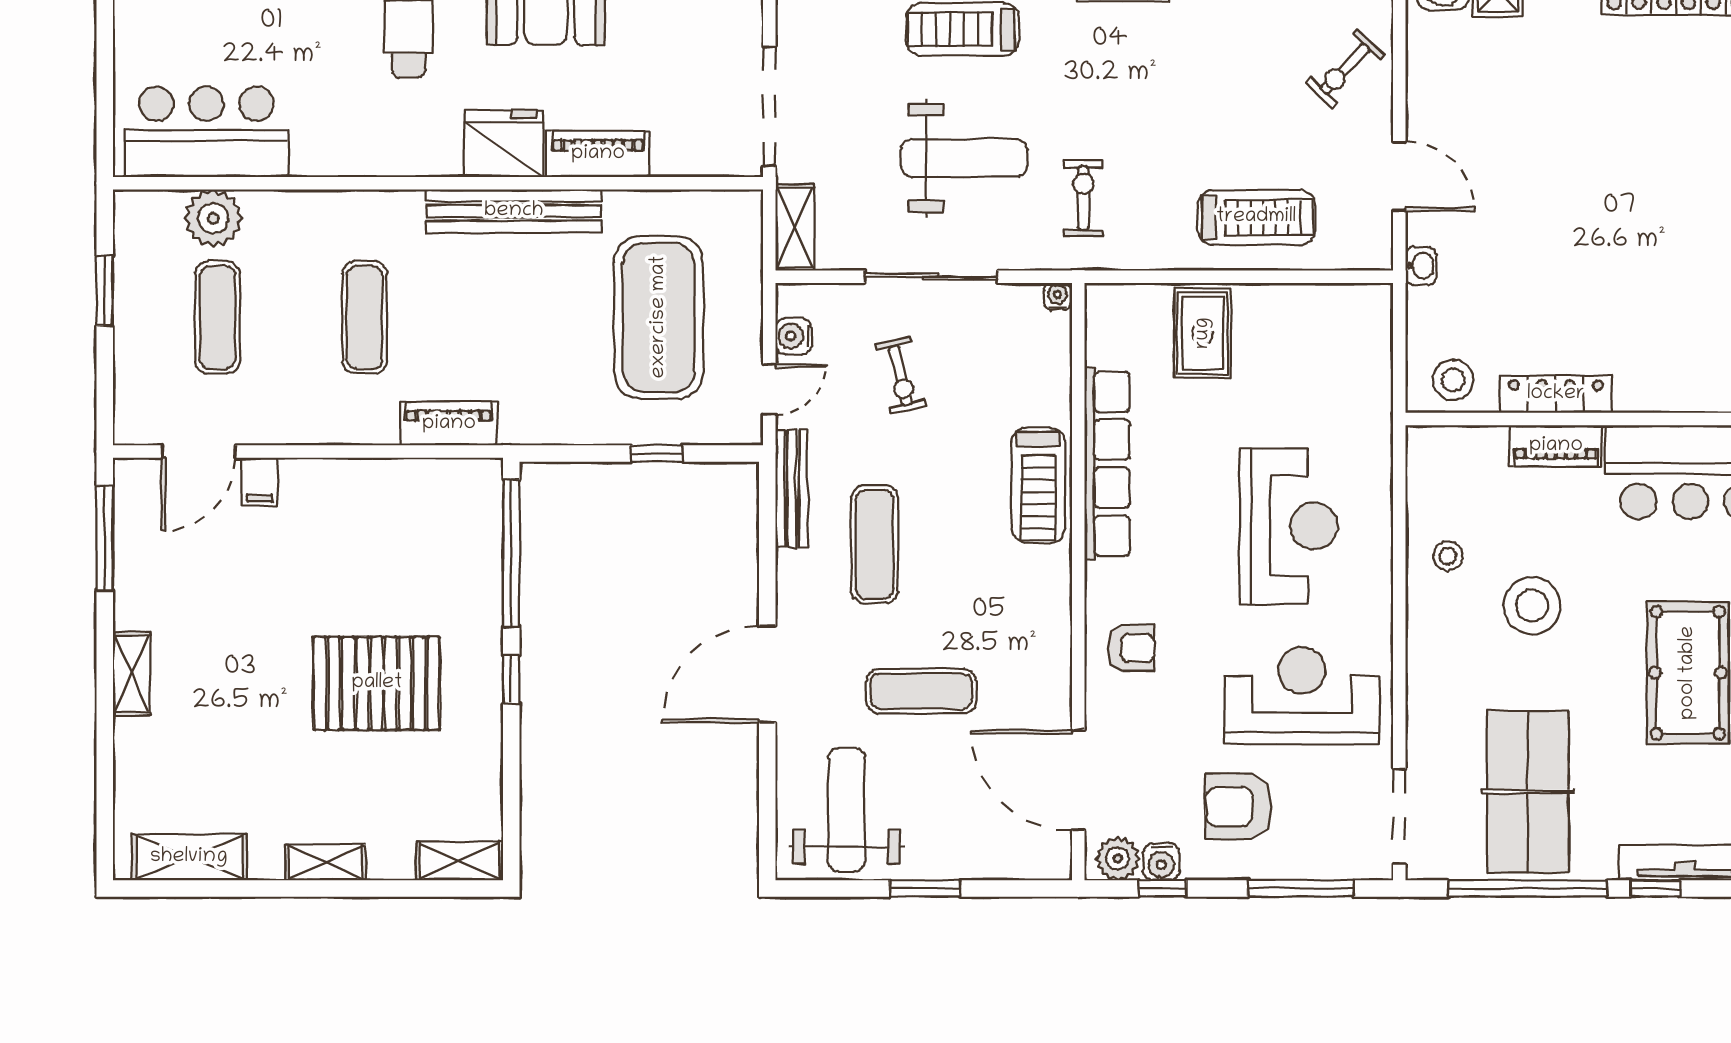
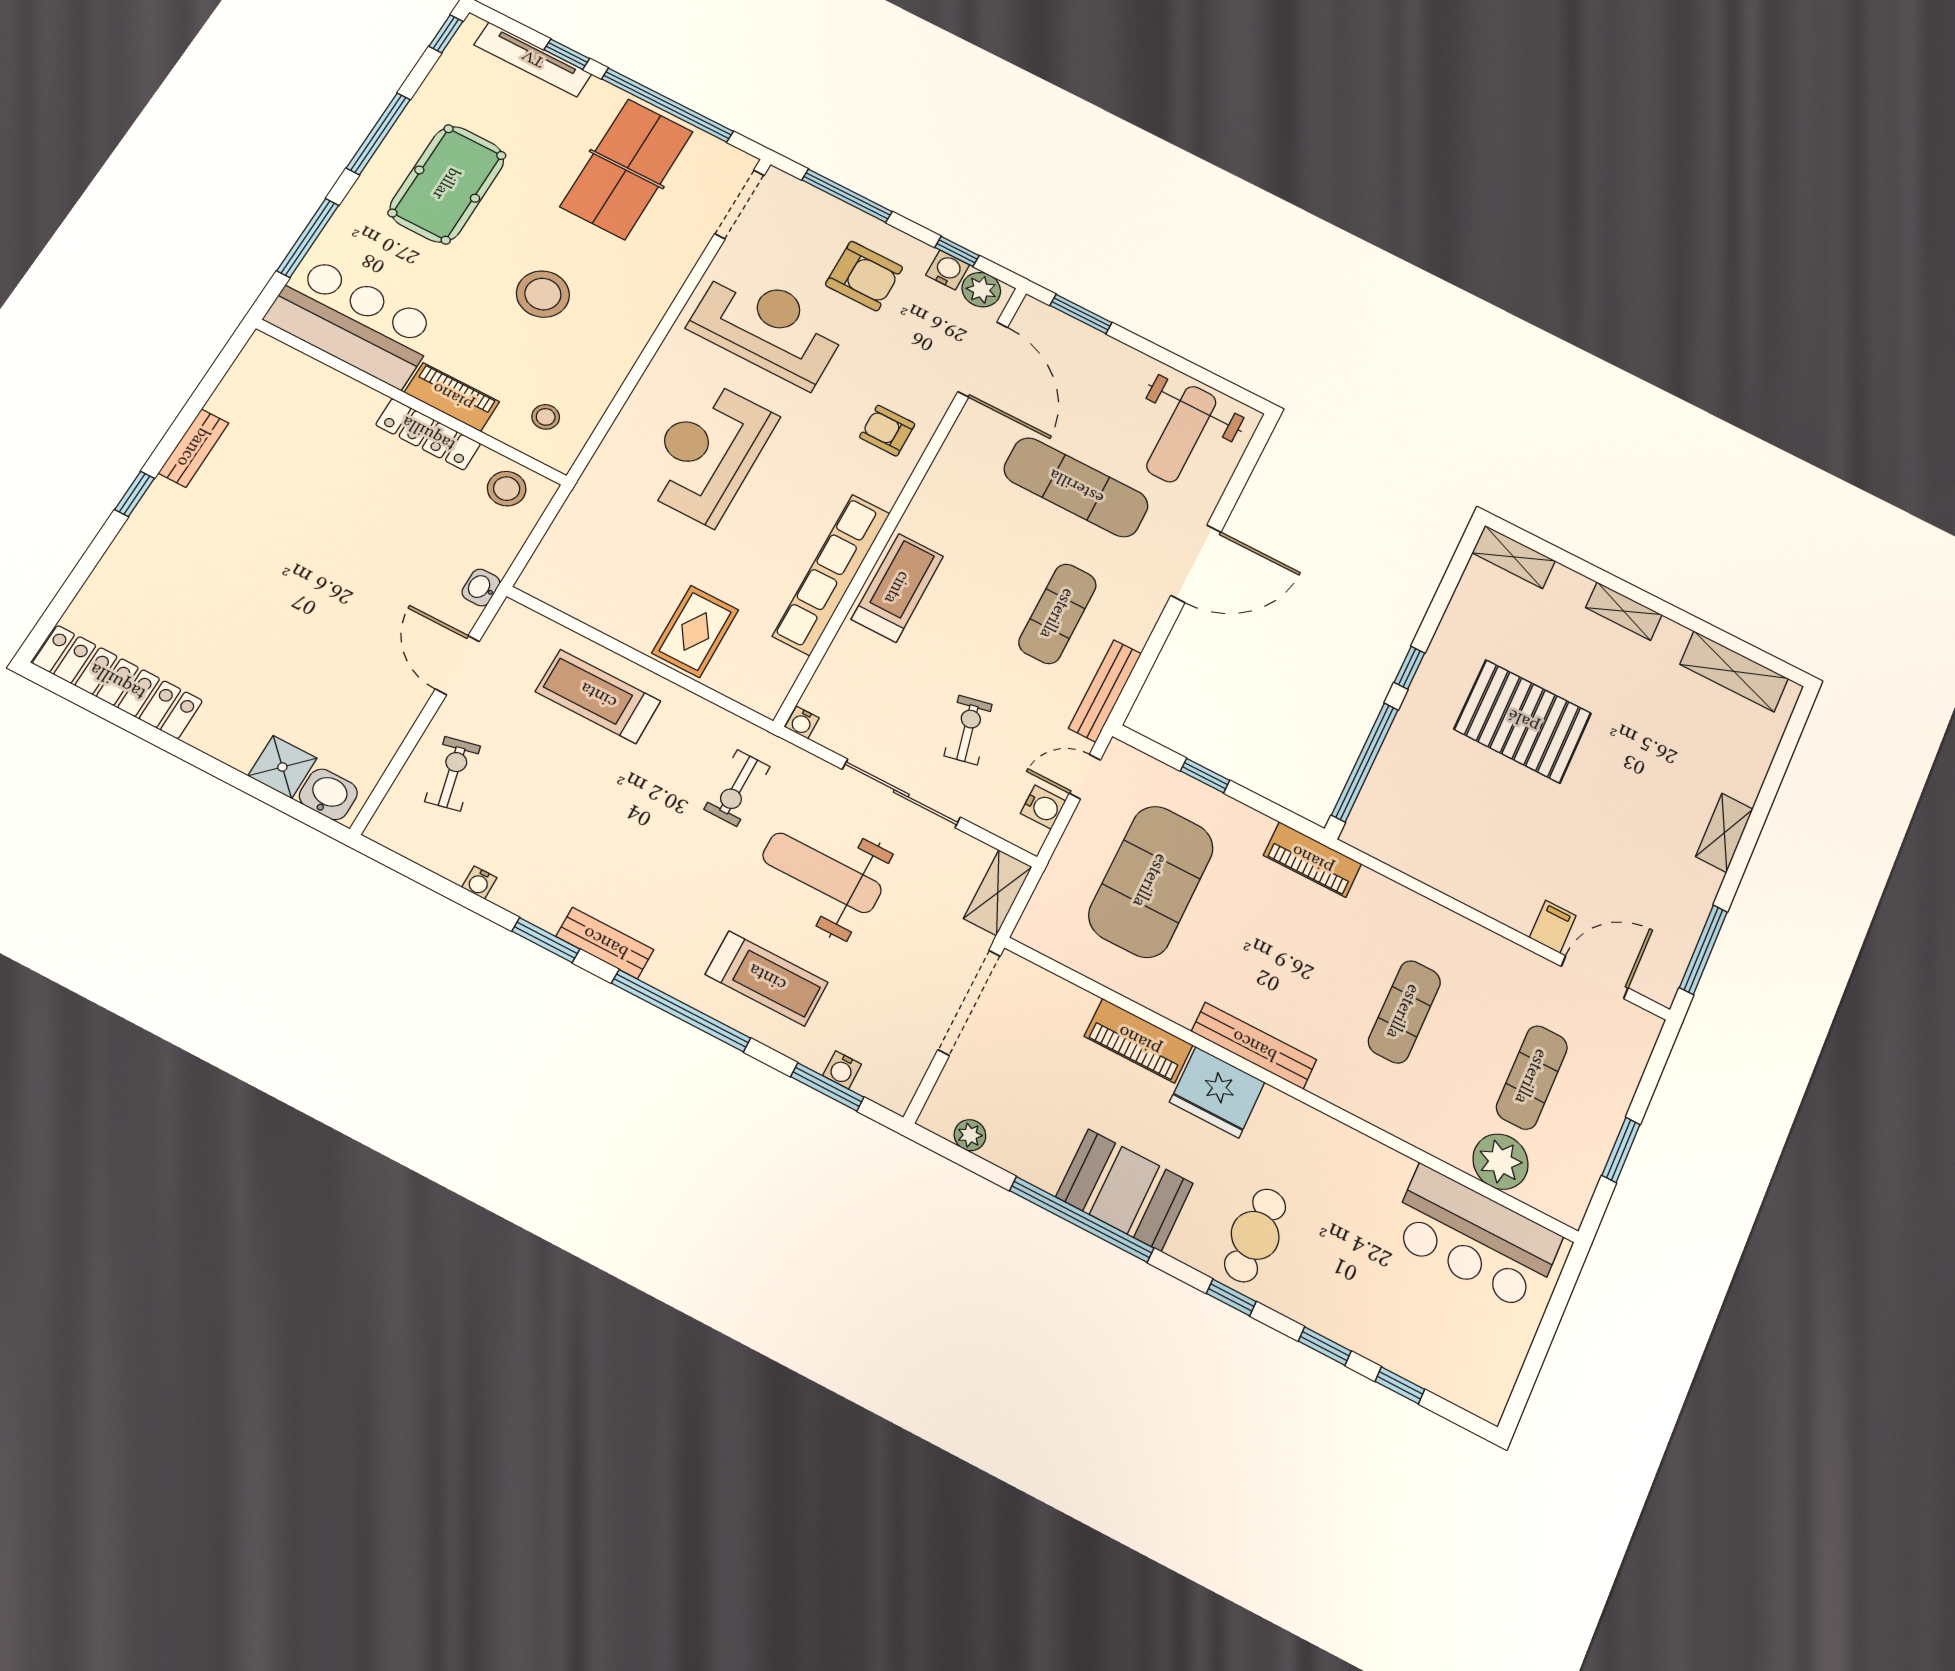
exercise bike: (1345, 69) -> (453, 774), turned -57
bench: (514, 211) -> (1254, 1046), width x0.73, depth x0.82
piano: (449, 424) -> (1312, 860), moved
stool: (1448, 556) -> (546, 417), moved
exercise mat: (921, 691) -> (1076, 487), width x1.36, depth x1.45
reception desk: (1302, 696) -> (768, 327), turned 180
window: (925, 888) -> (1081, 314), moved

